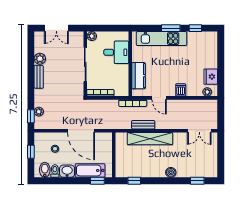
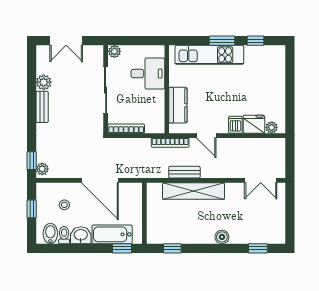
fridge: (211, 77) -> (254, 124), moved, turned 90
plant: (39, 112) -> (42, 169), moved

